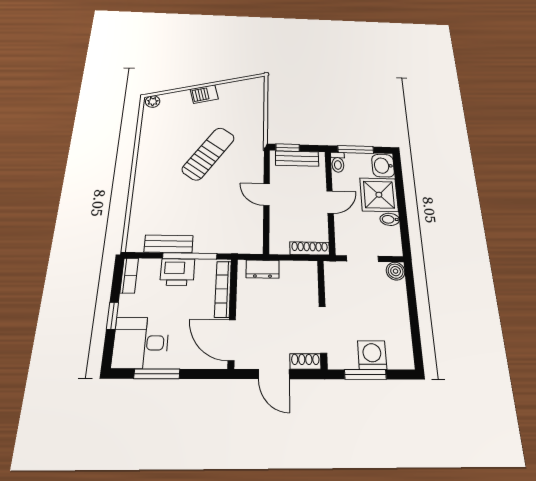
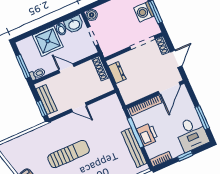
sun lounger: (208, 154) -> (69, 154), turned 145
washbasin: (383, 166) -> (74, 24), moved
door: (267, 194) -> (79, 107), hinge flipped
bench: (169, 244) -> (134, 148), width x1.36
dresser: (263, 269) -> (117, 72), moved

